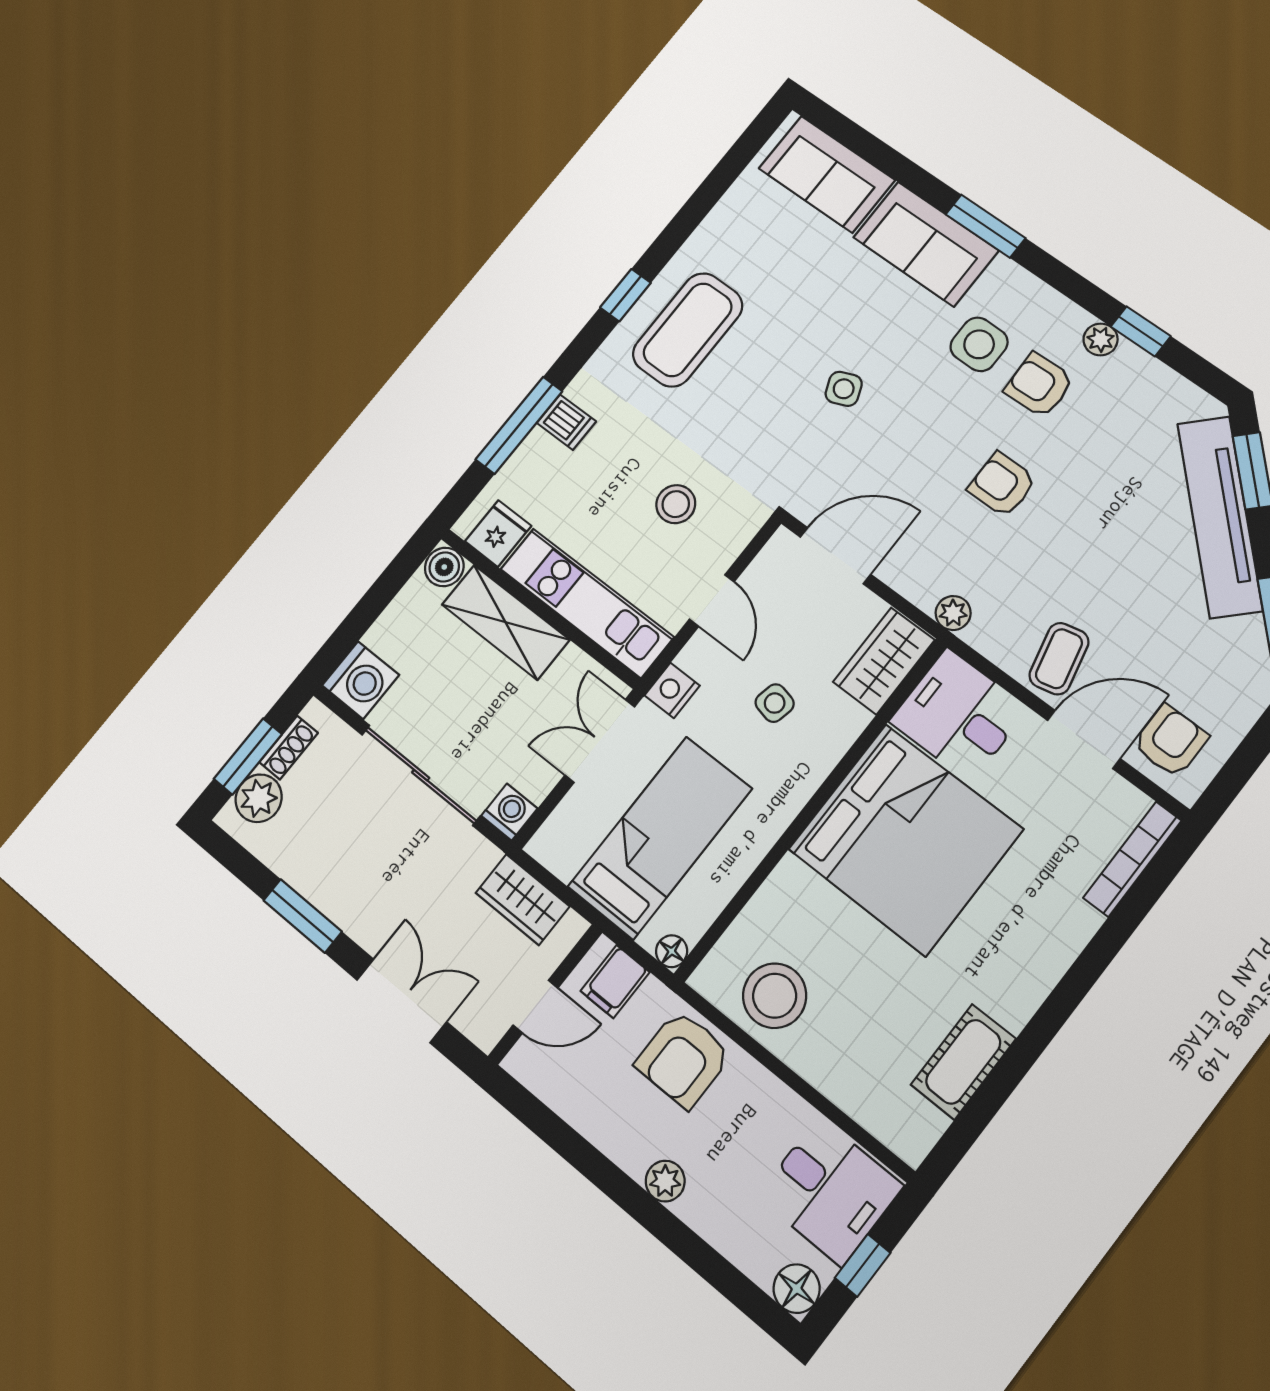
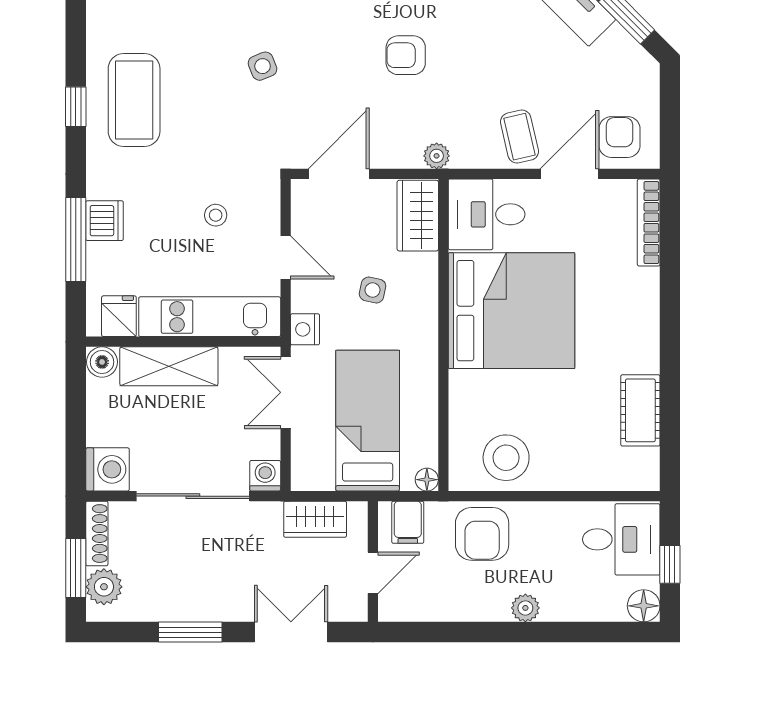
dishwasher: (566, 422) -> (105, 221), width x1.38
stool: (676, 504) -> (216, 215), width x0.73, depth x0.73
shoe rack: (289, 748) -> (97, 534), width x1.43

